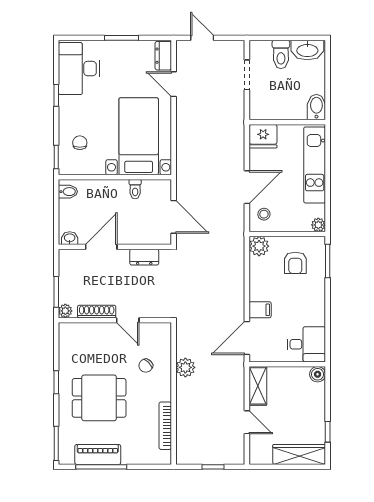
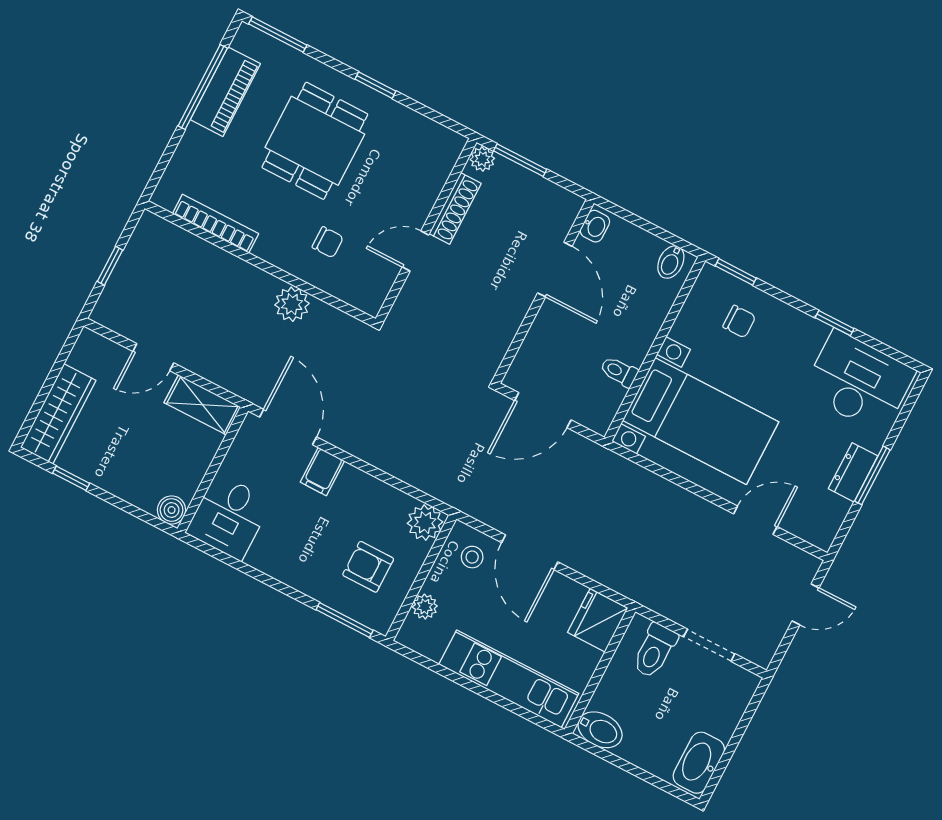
toilet: (281, 54) -> (655, 651), moved, turned -90
dresser: (163, 56) -> (853, 472), moved, turned -90
plant: (318, 225) -> (425, 607), moved
dresser: (144, 257) -> (503, 330), removed
chair: (146, 366) -> (328, 242), turned 135

